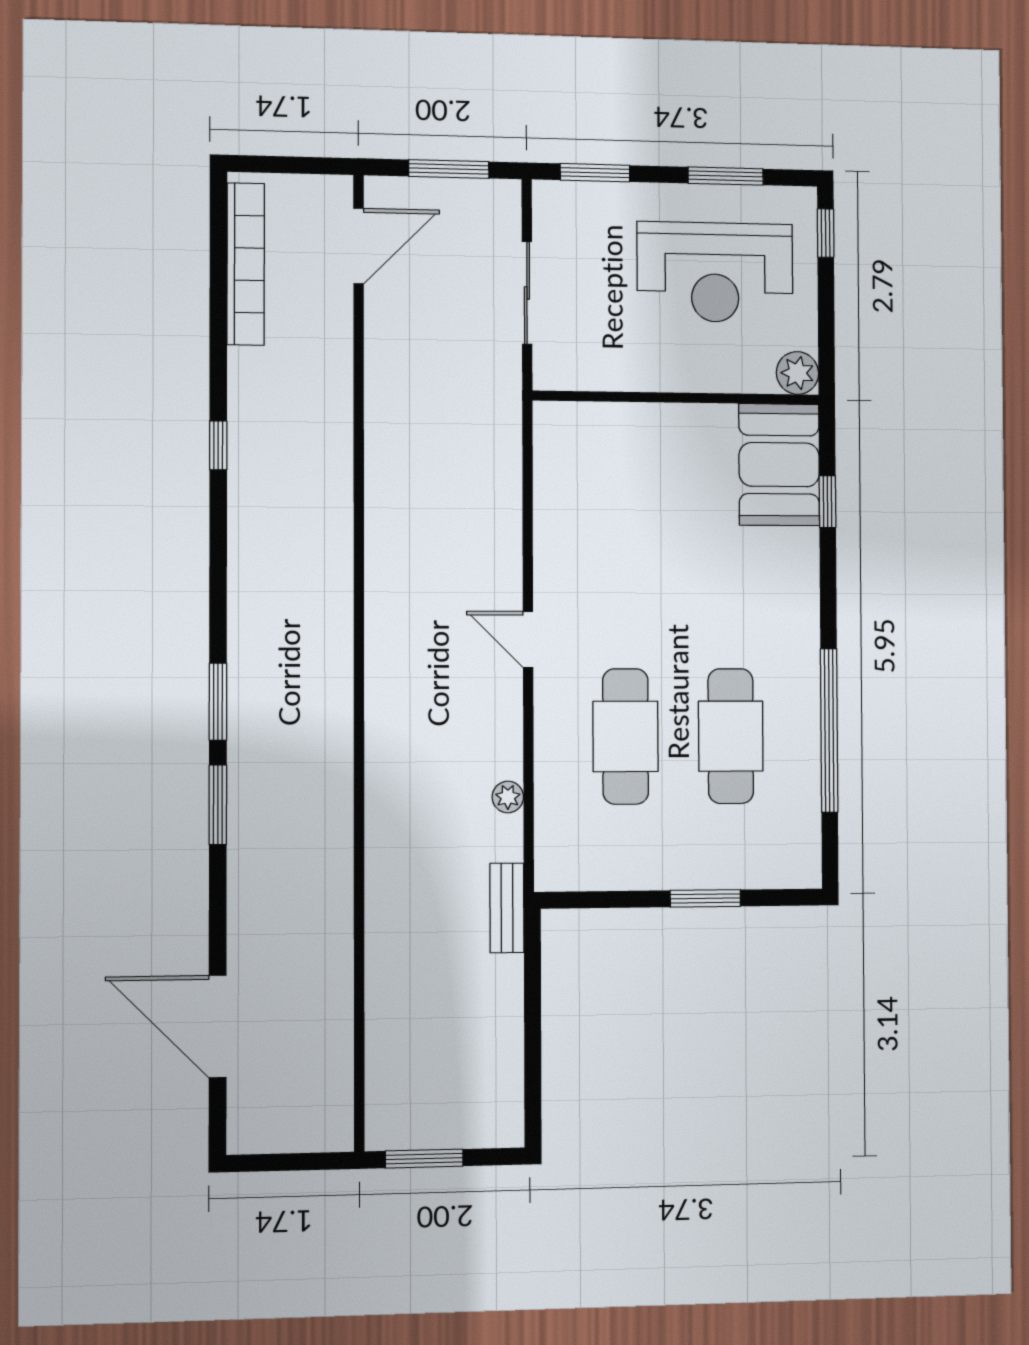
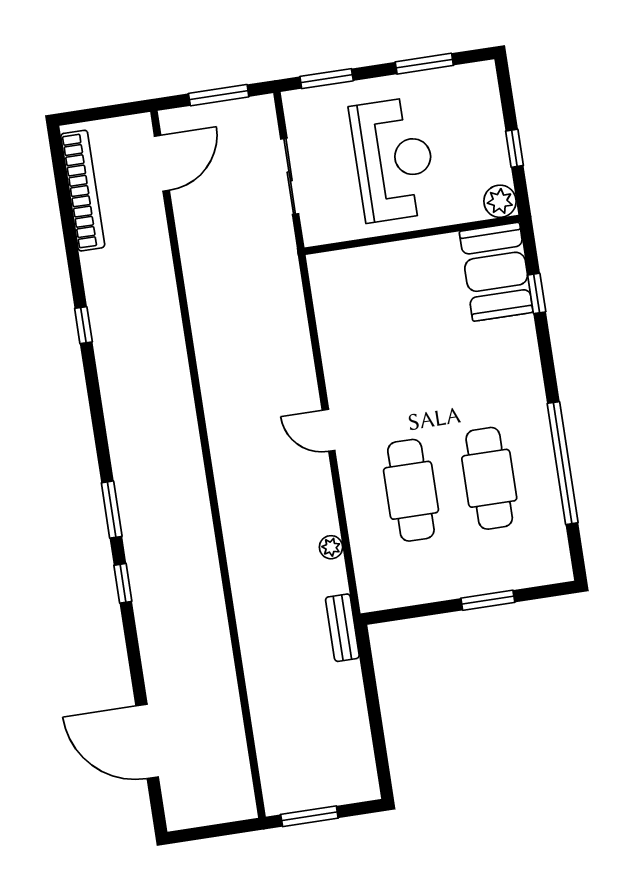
window: (826, 233) -> (514, 148), moved
reception desk: (715, 272) -> (394, 160), moved, turned -90
window: (218, 805) -> (123, 583), width x0.67

